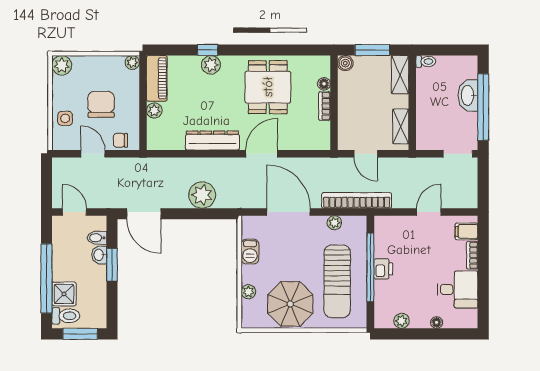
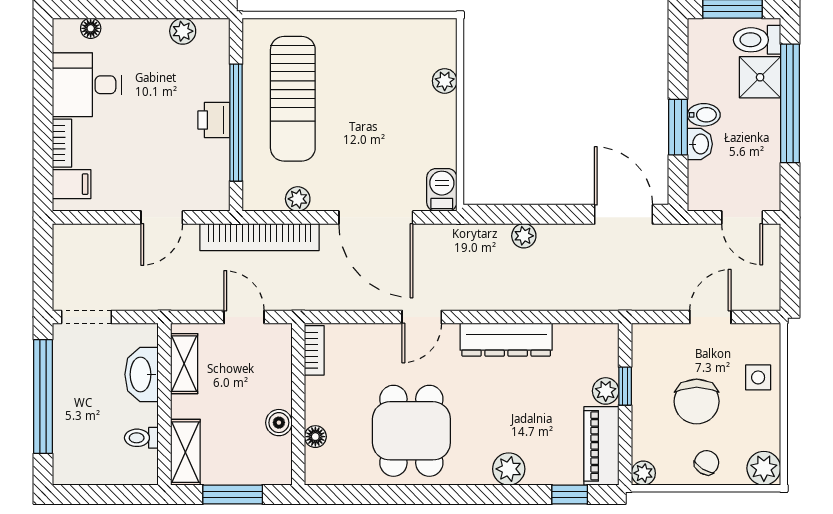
window: (208, 50) -> (570, 494), moved
toilet: (426, 62) -> (141, 438), moved
boiler: (345, 63) -> (279, 423), moved
washbasin: (468, 95) -> (142, 374), moved, turned 180
bookcase: (325, 106) -> (314, 350), moved
window: (143, 113) -> (625, 386), added
chair: (120, 140) -> (707, 463), moved, turned -58
door: (93, 154) -> (710, 317), swing flipped
door: (262, 154) -> (422, 317), width x0.73
plant: (202, 195) -> (524, 236), width x0.53, depth x0.53
door: (429, 212) -> (162, 217), moved
bidet: (97, 238) -> (704, 115), moved
barbecue: (250, 252) -> (442, 190), moved
sun lounger: (337, 281) -> (293, 99), turned 180
parasol: (290, 304) -> (373, 60), removed
floor lamp: (437, 322) -> (91, 28), moved

